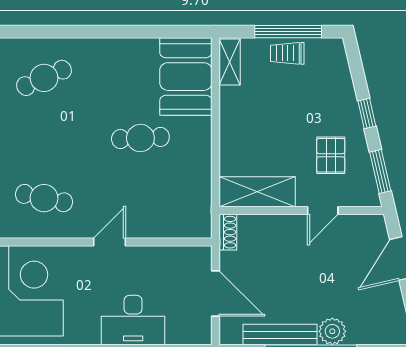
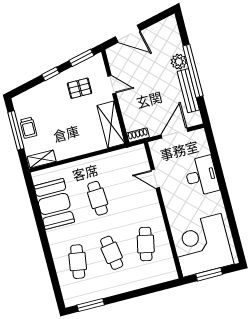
booth: (186, 77) -> (54, 204), moved, turned 90
cafe table: (44, 78) -> (78, 262), turned 33
cafe table: (44, 138) -> (112, 253), added
door: (110, 242) -> (155, 179), moved

